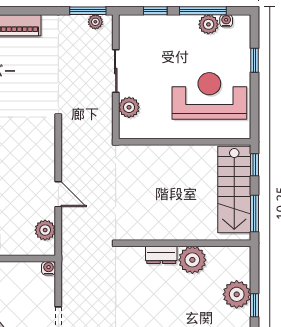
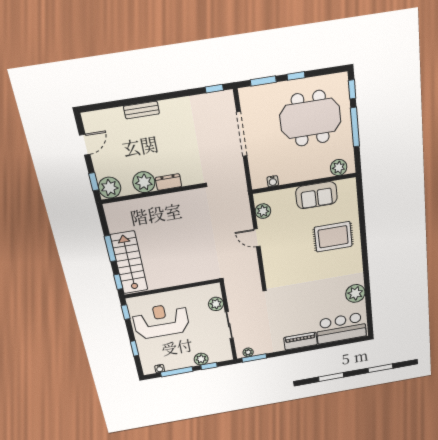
plant: (208, 24) -> (201, 359), moved
reception desk: (209, 96) -> (161, 321), turned 180
window: (254, 118) -> (126, 312), added
wall: (185, 243) -> (152, 194), moved
dresser: (161, 255) -> (168, 182), moved
plant: (192, 260) -> (144, 182), moved
water cooler: (49, 268) -> (273, 181), moved

